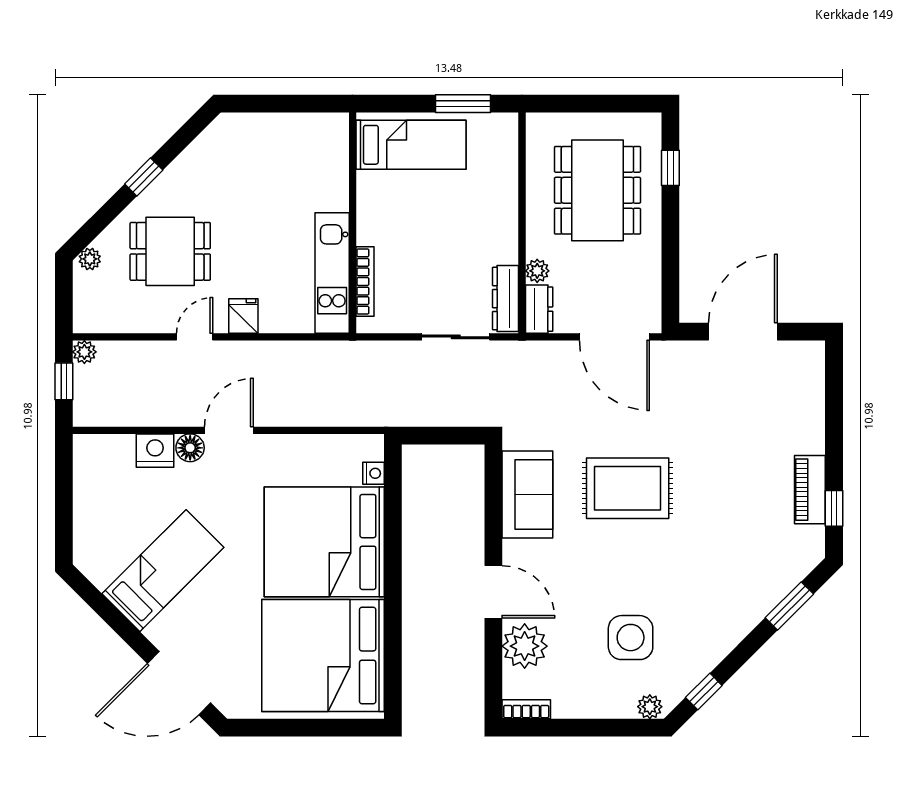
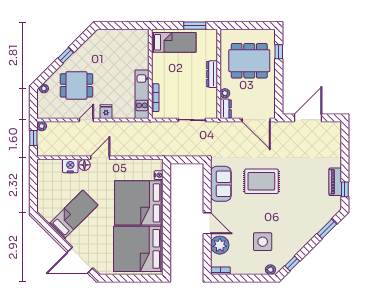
dining table: (597, 190) -> (249, 61), turned 90
dresser: (506, 299) -> (212, 74), moved

